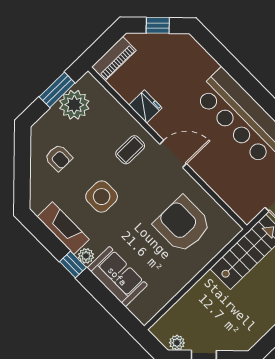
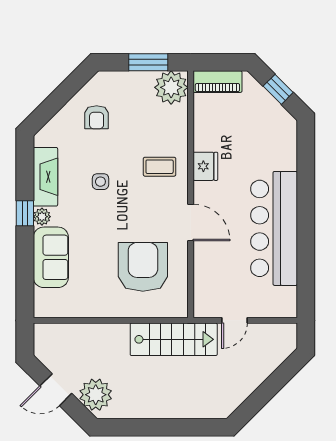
plant: (74, 105) -> (171, 87), moved
fridge: (145, 107) -> (205, 166), moved
door: (173, 154) -> (191, 223), moved
side table: (102, 197) -> (100, 182), width x0.54, depth x0.54
plant: (177, 343) -> (96, 395), moved, width x1.88, depth x1.88

